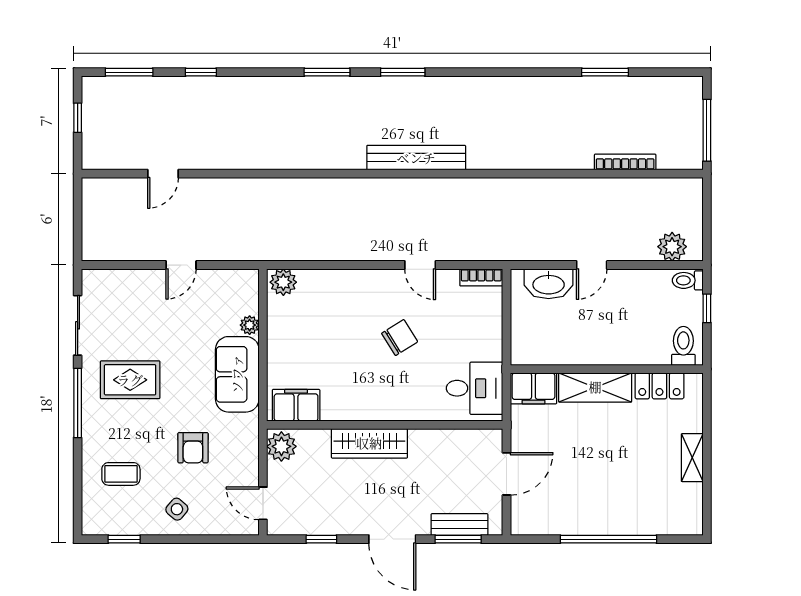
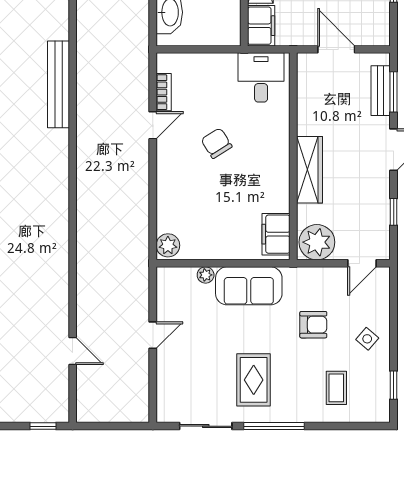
window: (78, 118) -> (43, 426), moved
bench: (416, 158) -> (58, 84), moved
door: (181, 265) -> (153, 335), hinge flipped
bookcase: (481, 277) -> (164, 92), moved
plant: (281, 446) -> (317, 242), width x1.36, depth x1.36

